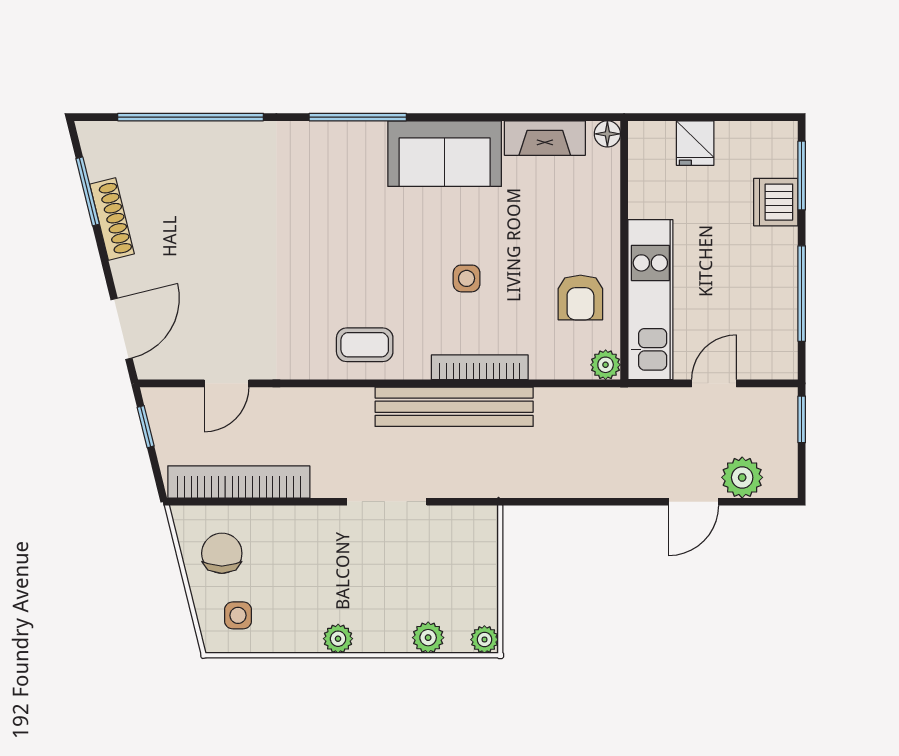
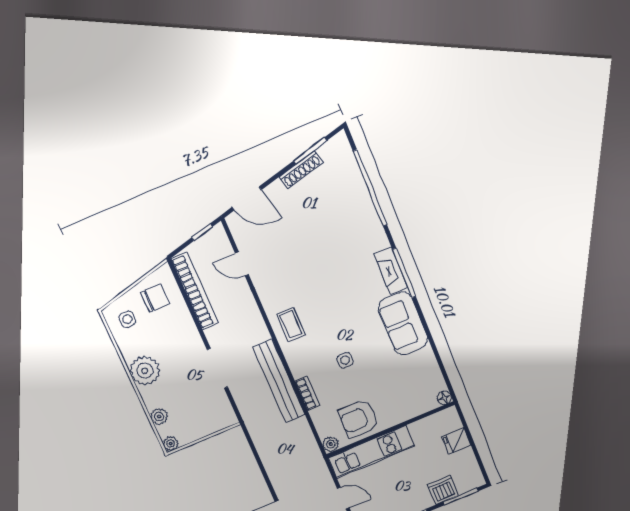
fireplace: (545, 138) -> (391, 271), moved
armchair: (580, 298) -> (359, 419), width x1.38, depth x1.38
bookcase: (480, 367) -> (307, 393), width x0.64
plant: (338, 639) -> (145, 371), width x1.87, depth x1.87

